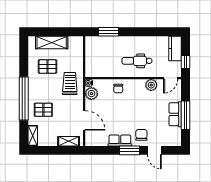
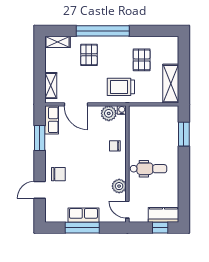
shelving: (52, 42) -> (171, 84), moved
dental chair: (137, 61) -> (148, 169), turned 90
window: (185, 62) -> (160, 228), moved
trolley: (70, 84) -> (121, 87), turned 180
door: (84, 120) -> (76, 104), hinge flipped
row of seats: (120, 141) -> (52, 120), moved
window: (129, 150) -> (40, 138), moved

